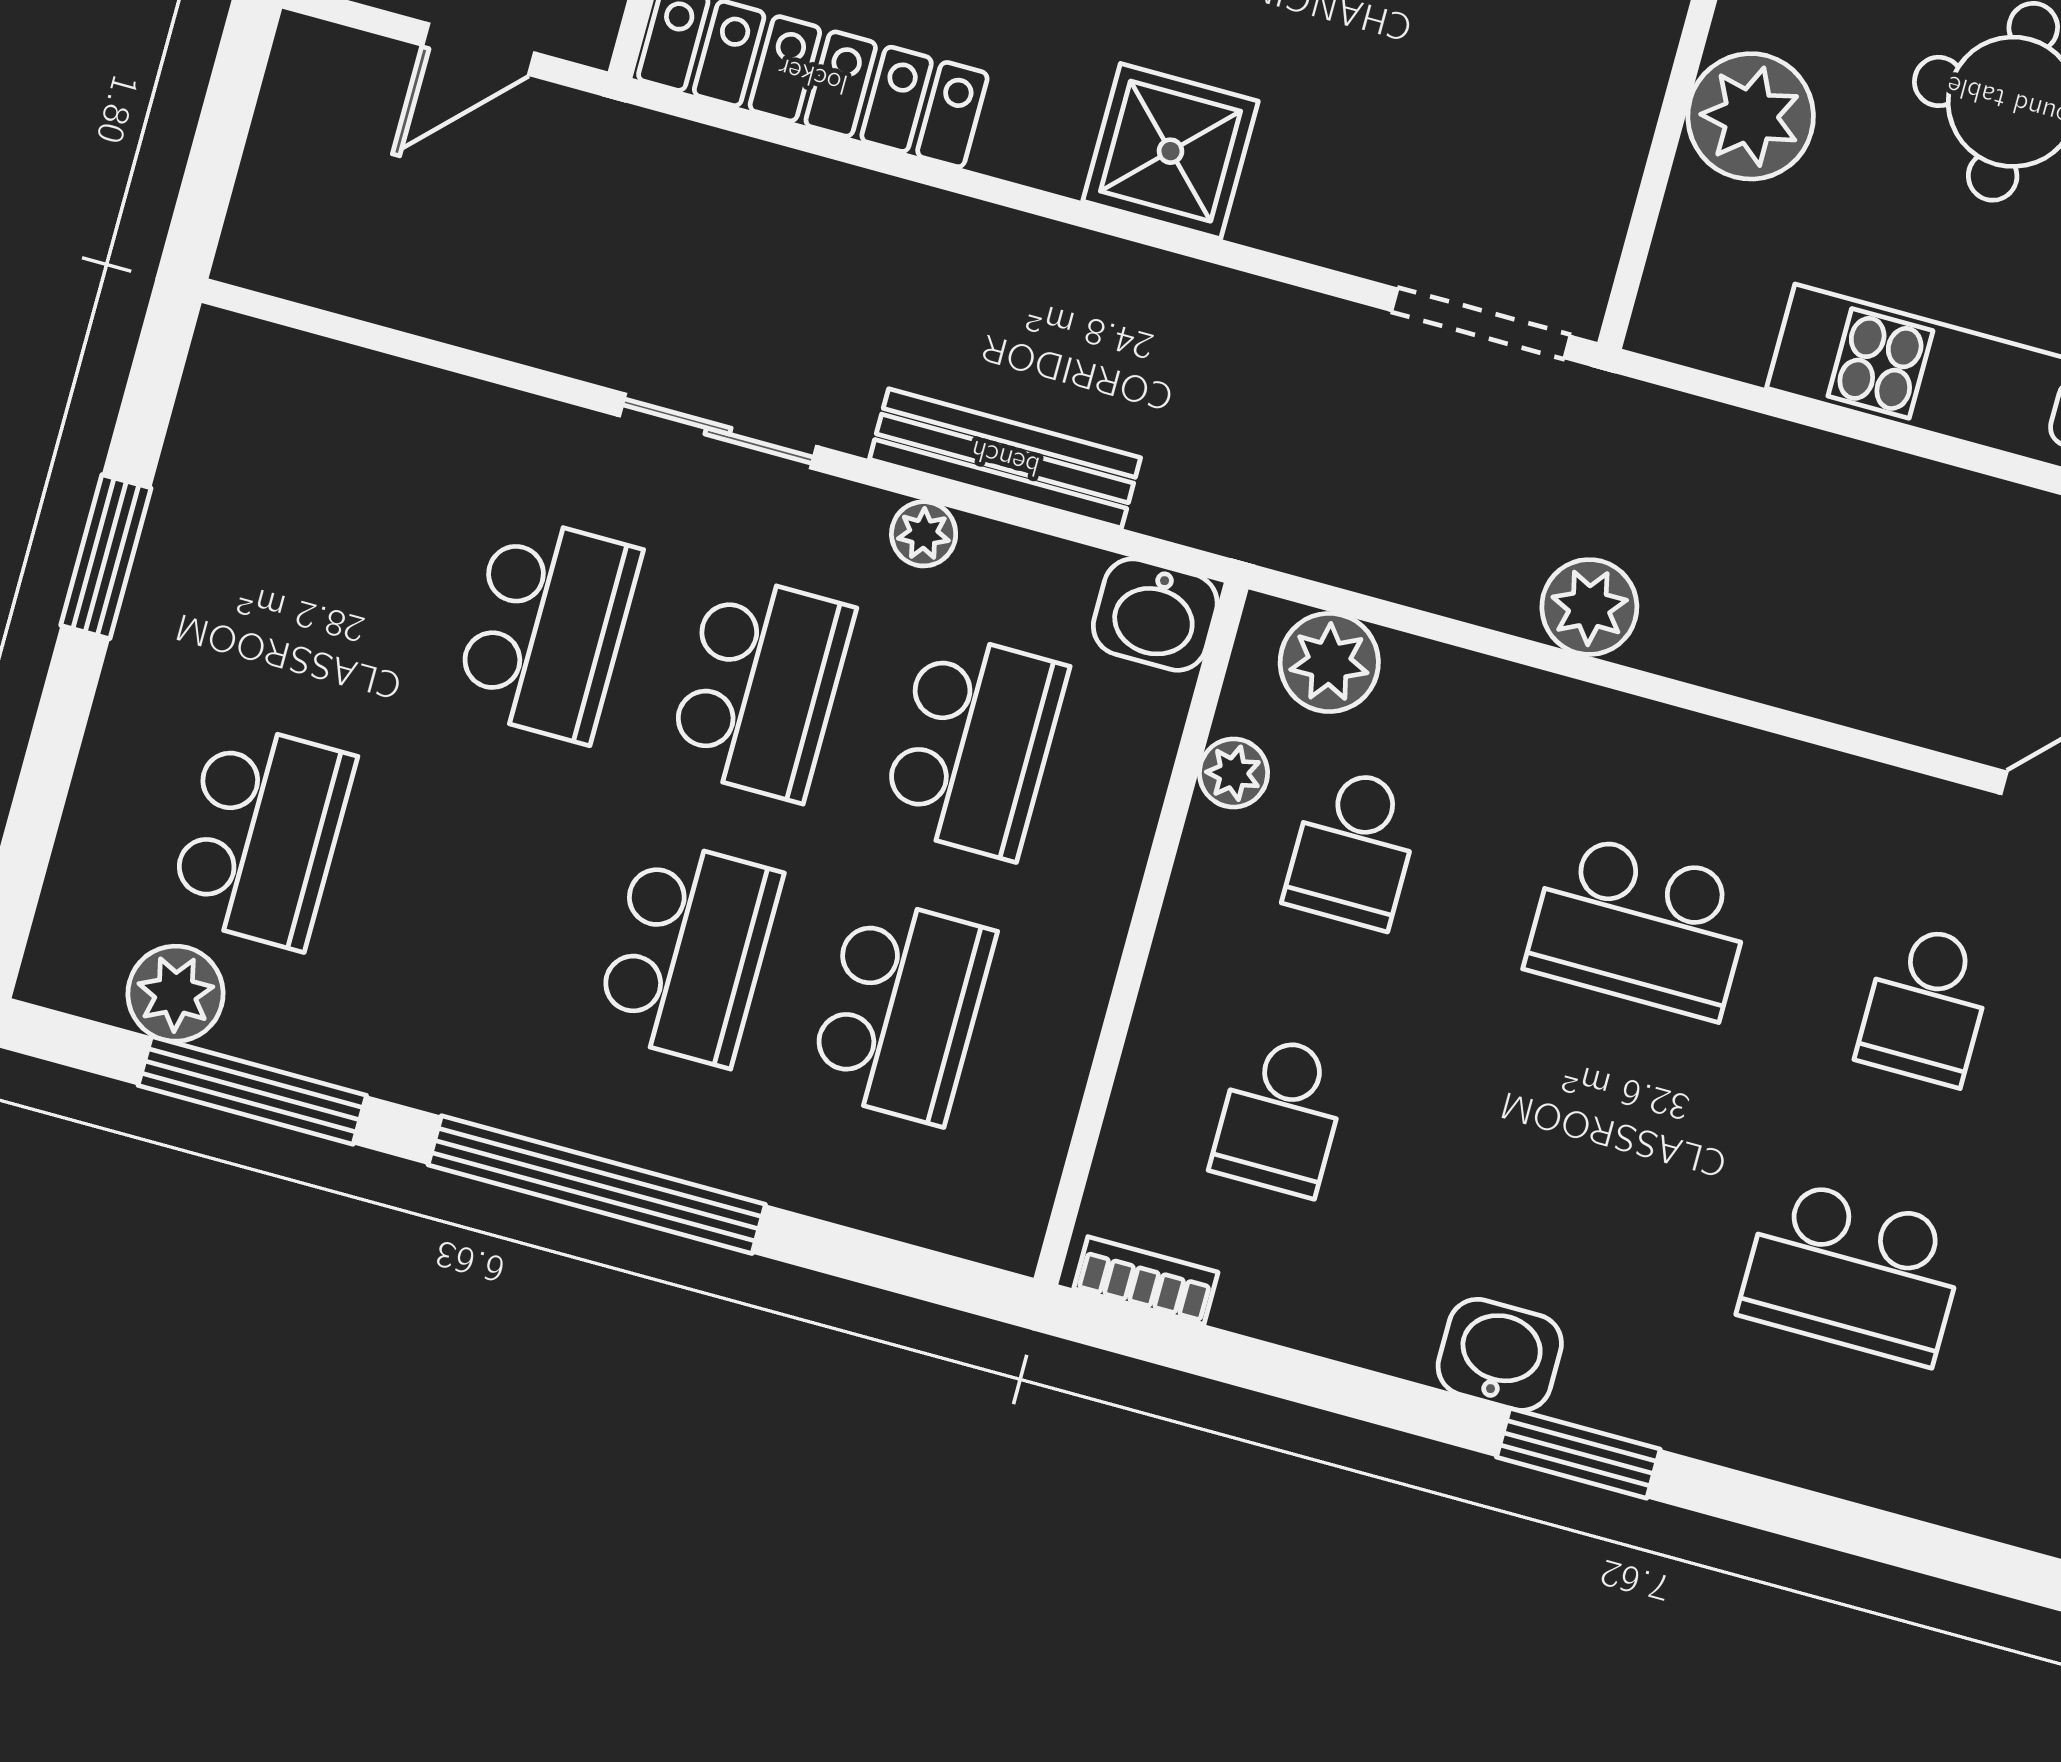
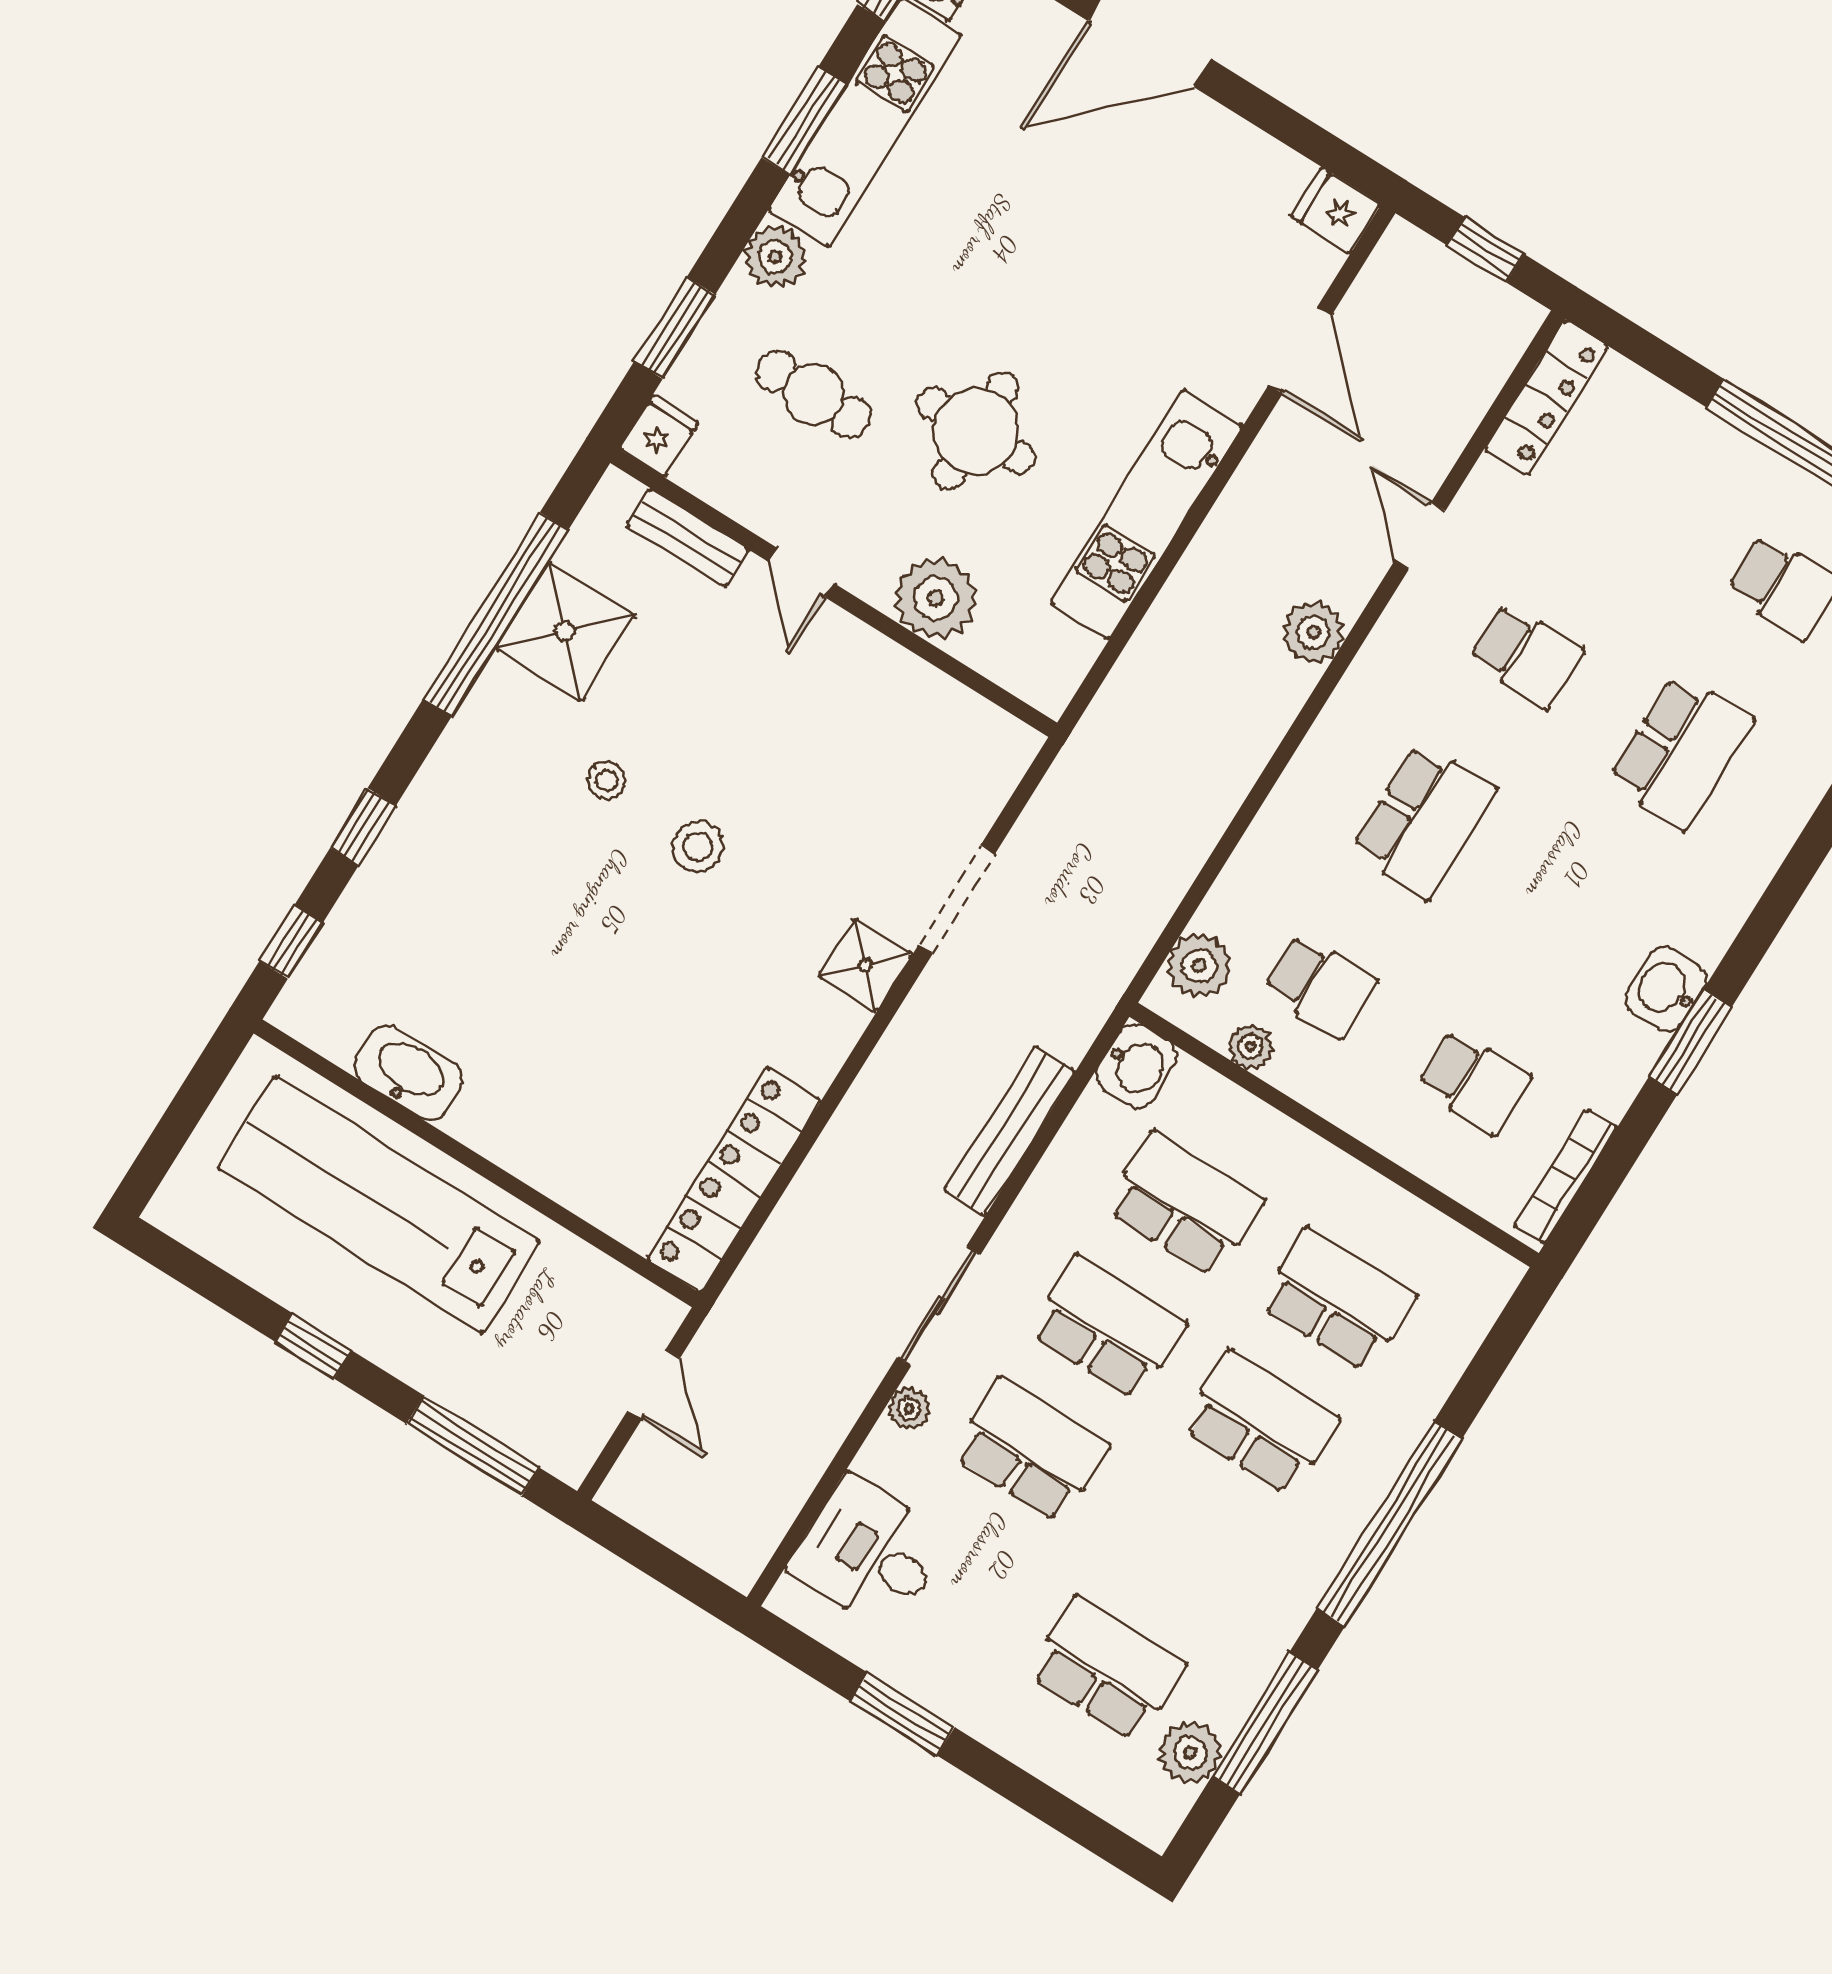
shower: (1170, 151) -> (865, 965), width x0.73, depth x0.73
doorway: (1481, 323) -> (957, 899), moved
desk: (326, 438) -> (869, 1554), added
plant: (924, 534) -> (909, 1409), moved
plant: (1589, 607) -> (1313, 632), moved
bookcase: (1146, 1280) -> (1566, 1176), width x1.56
window: (1578, 1453) -> (1690, 1042), moved

